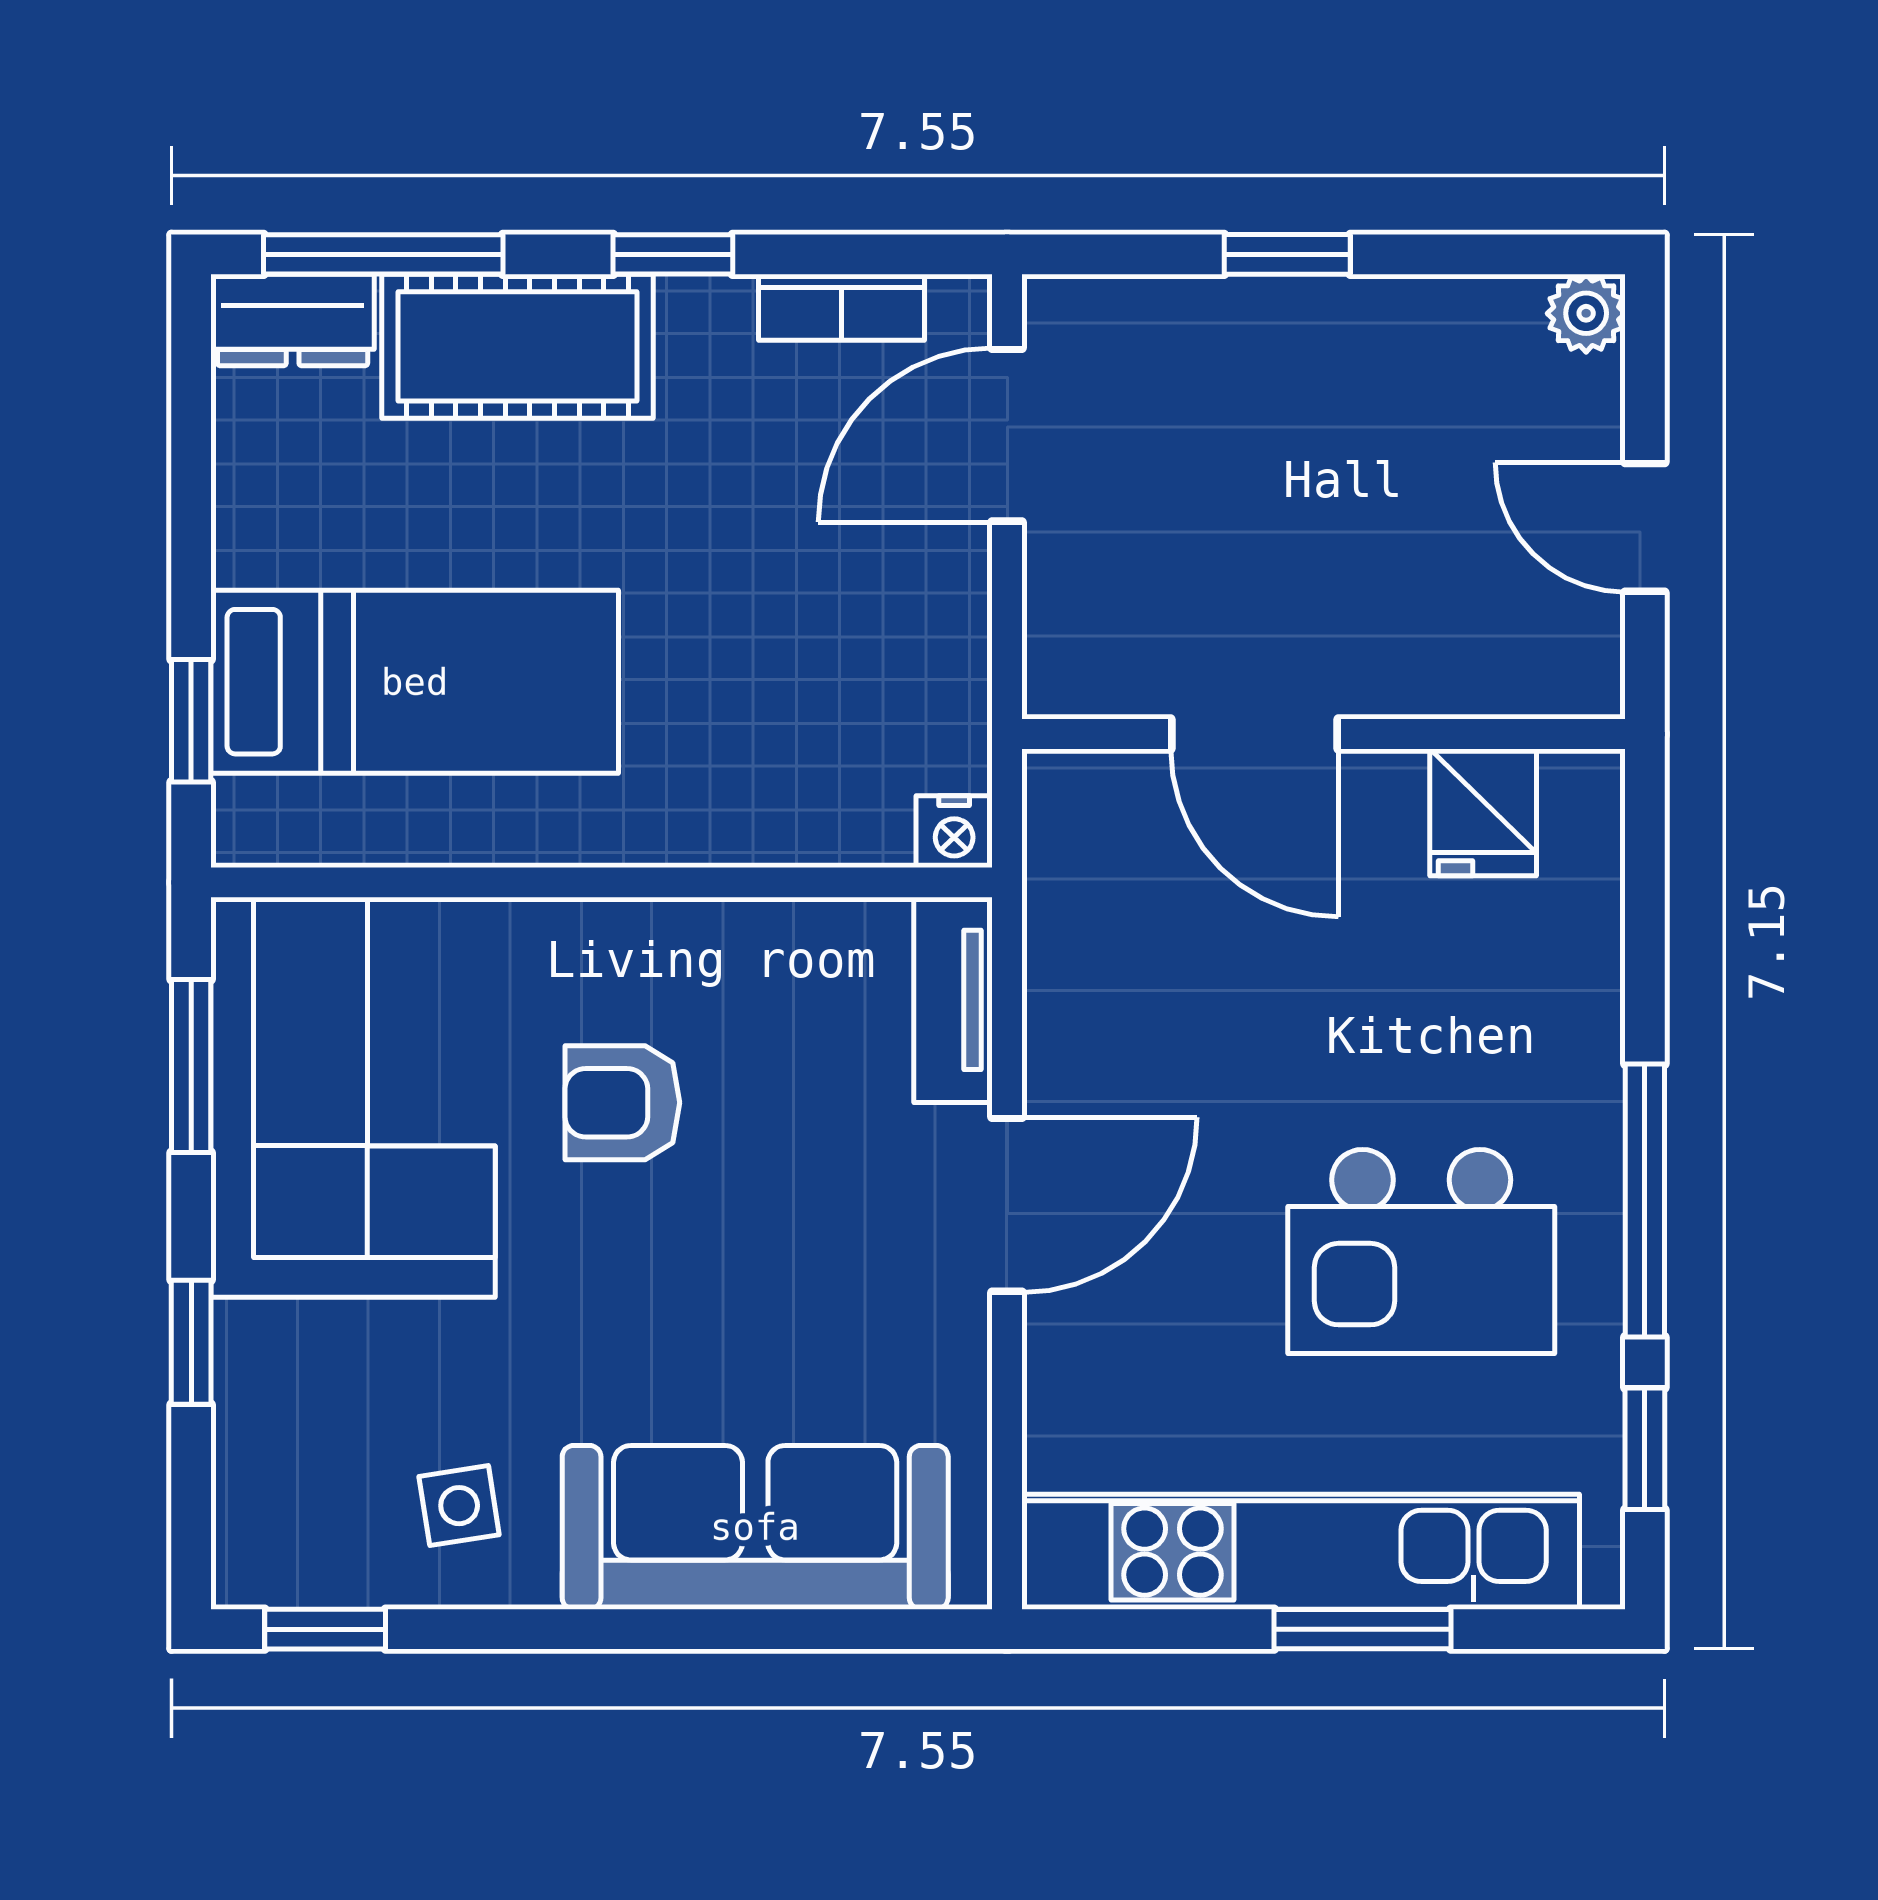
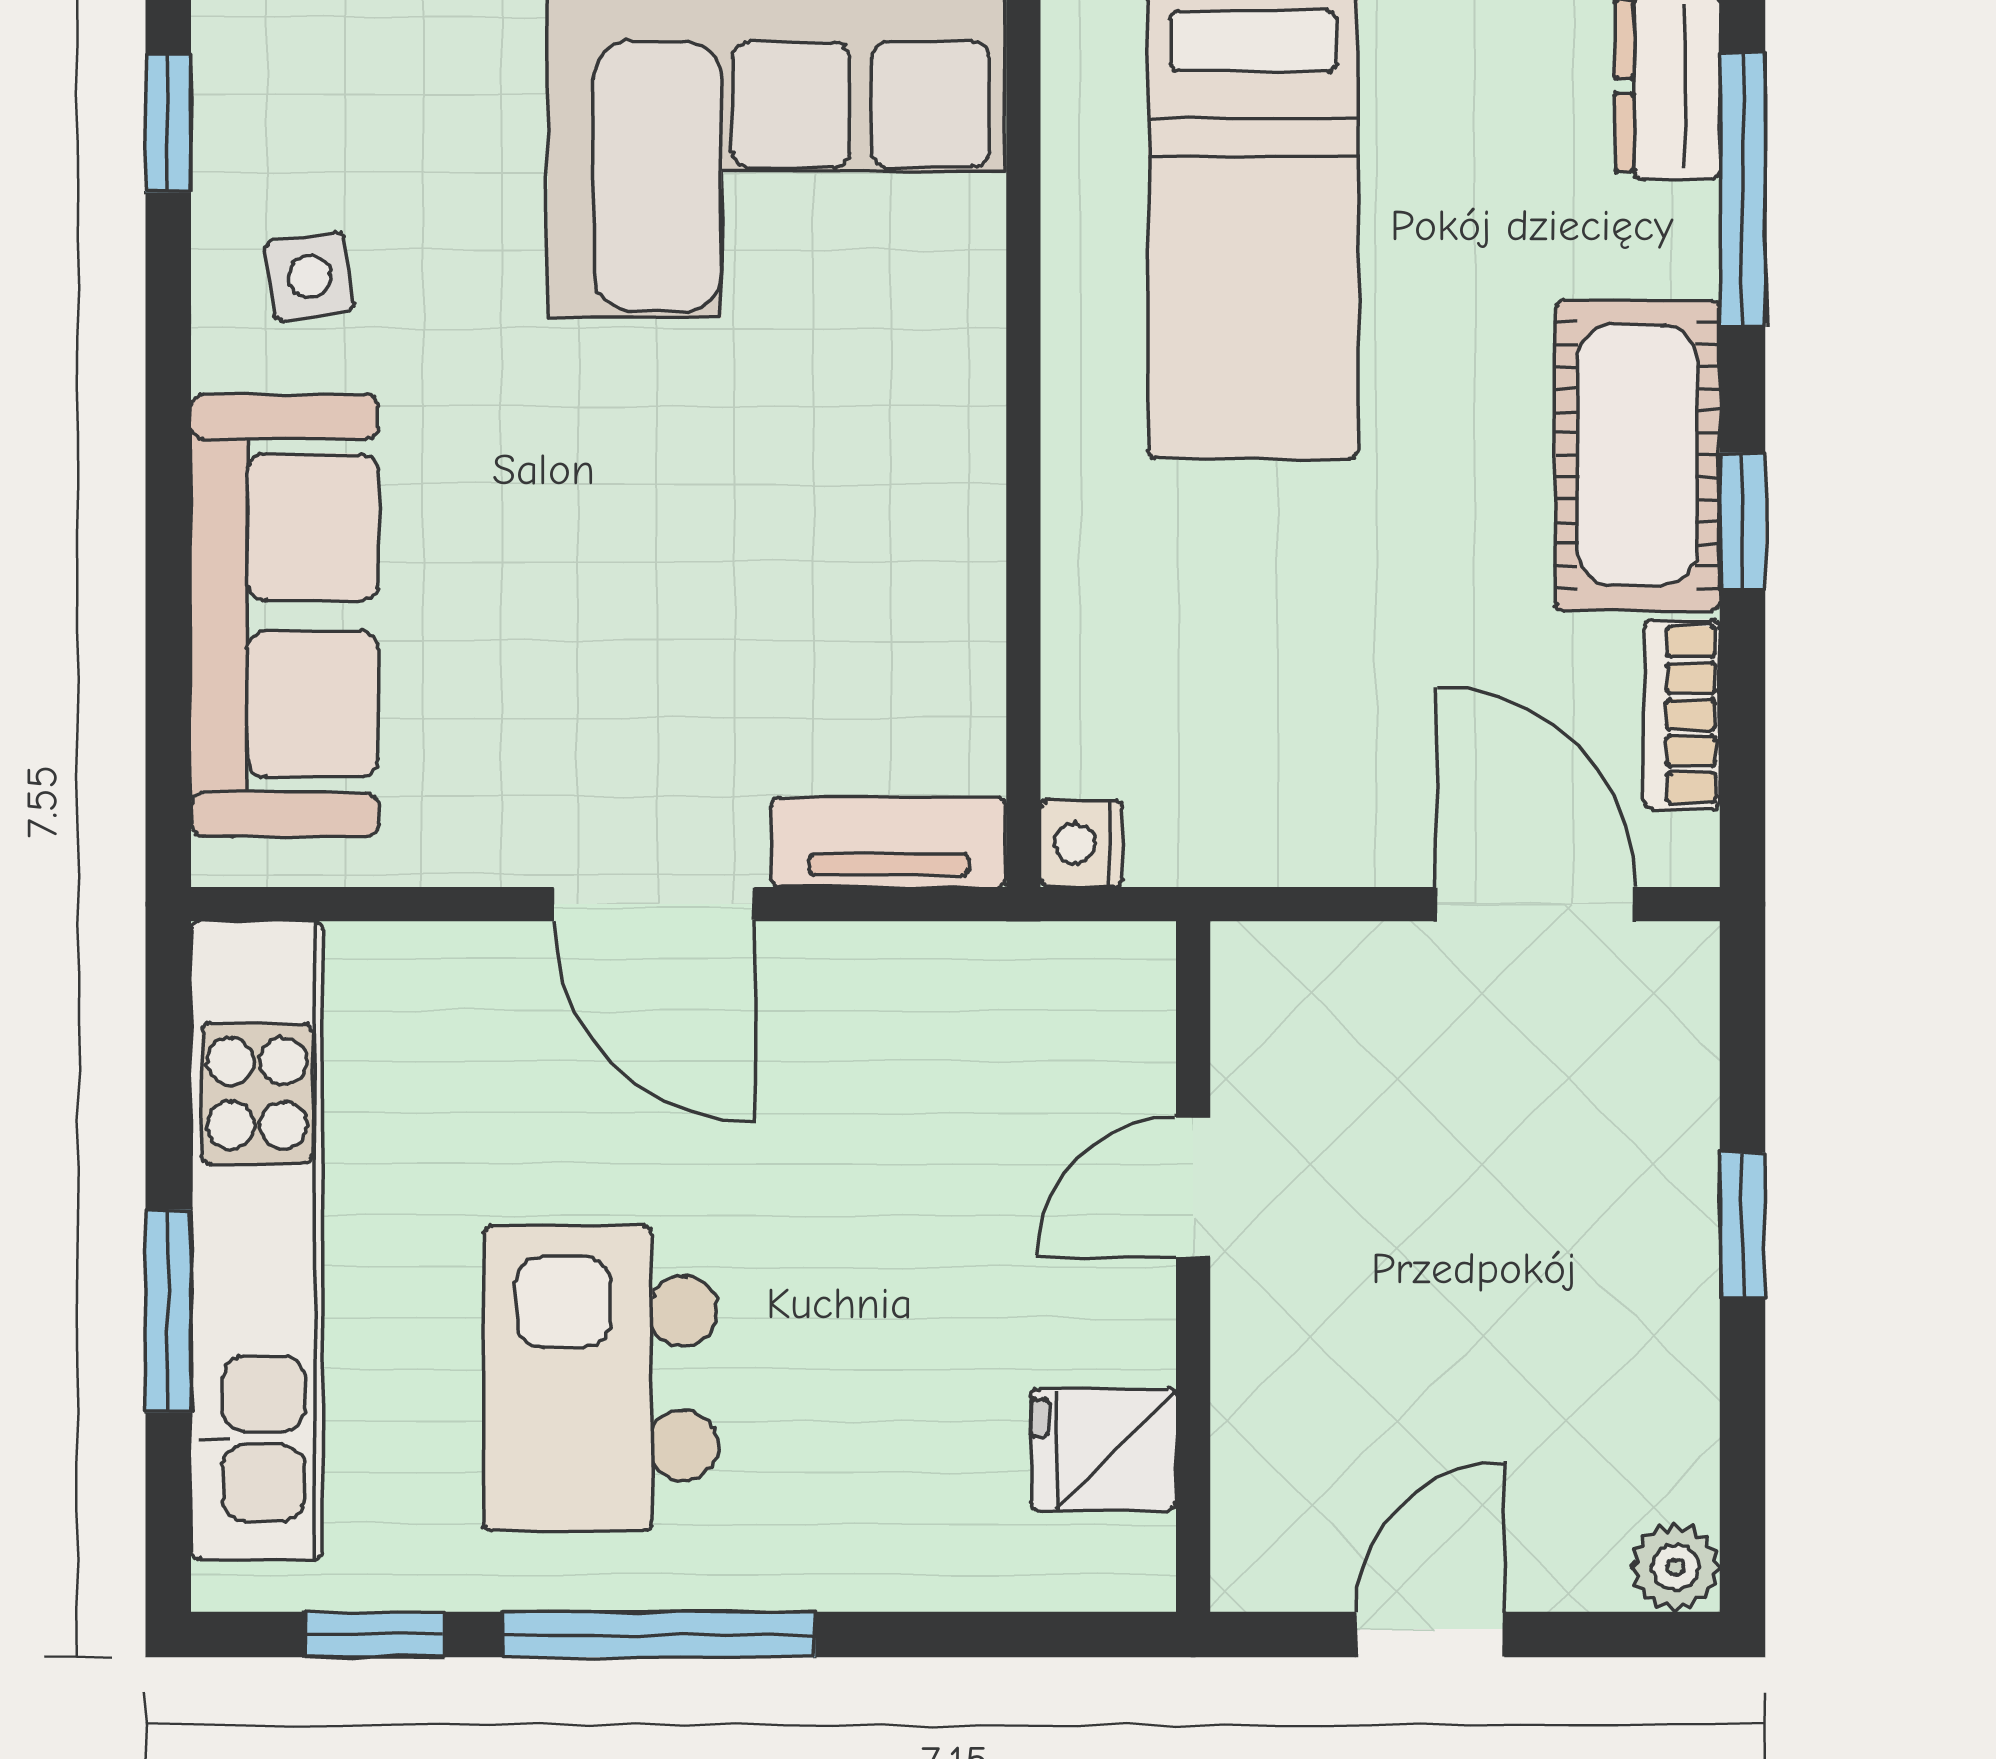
cot: (517, 346) -> (1637, 455), moved
door: (1255, 734) -> (1193, 1188), width x0.73
armchair: (622, 1103) -> (771, 463), removed

